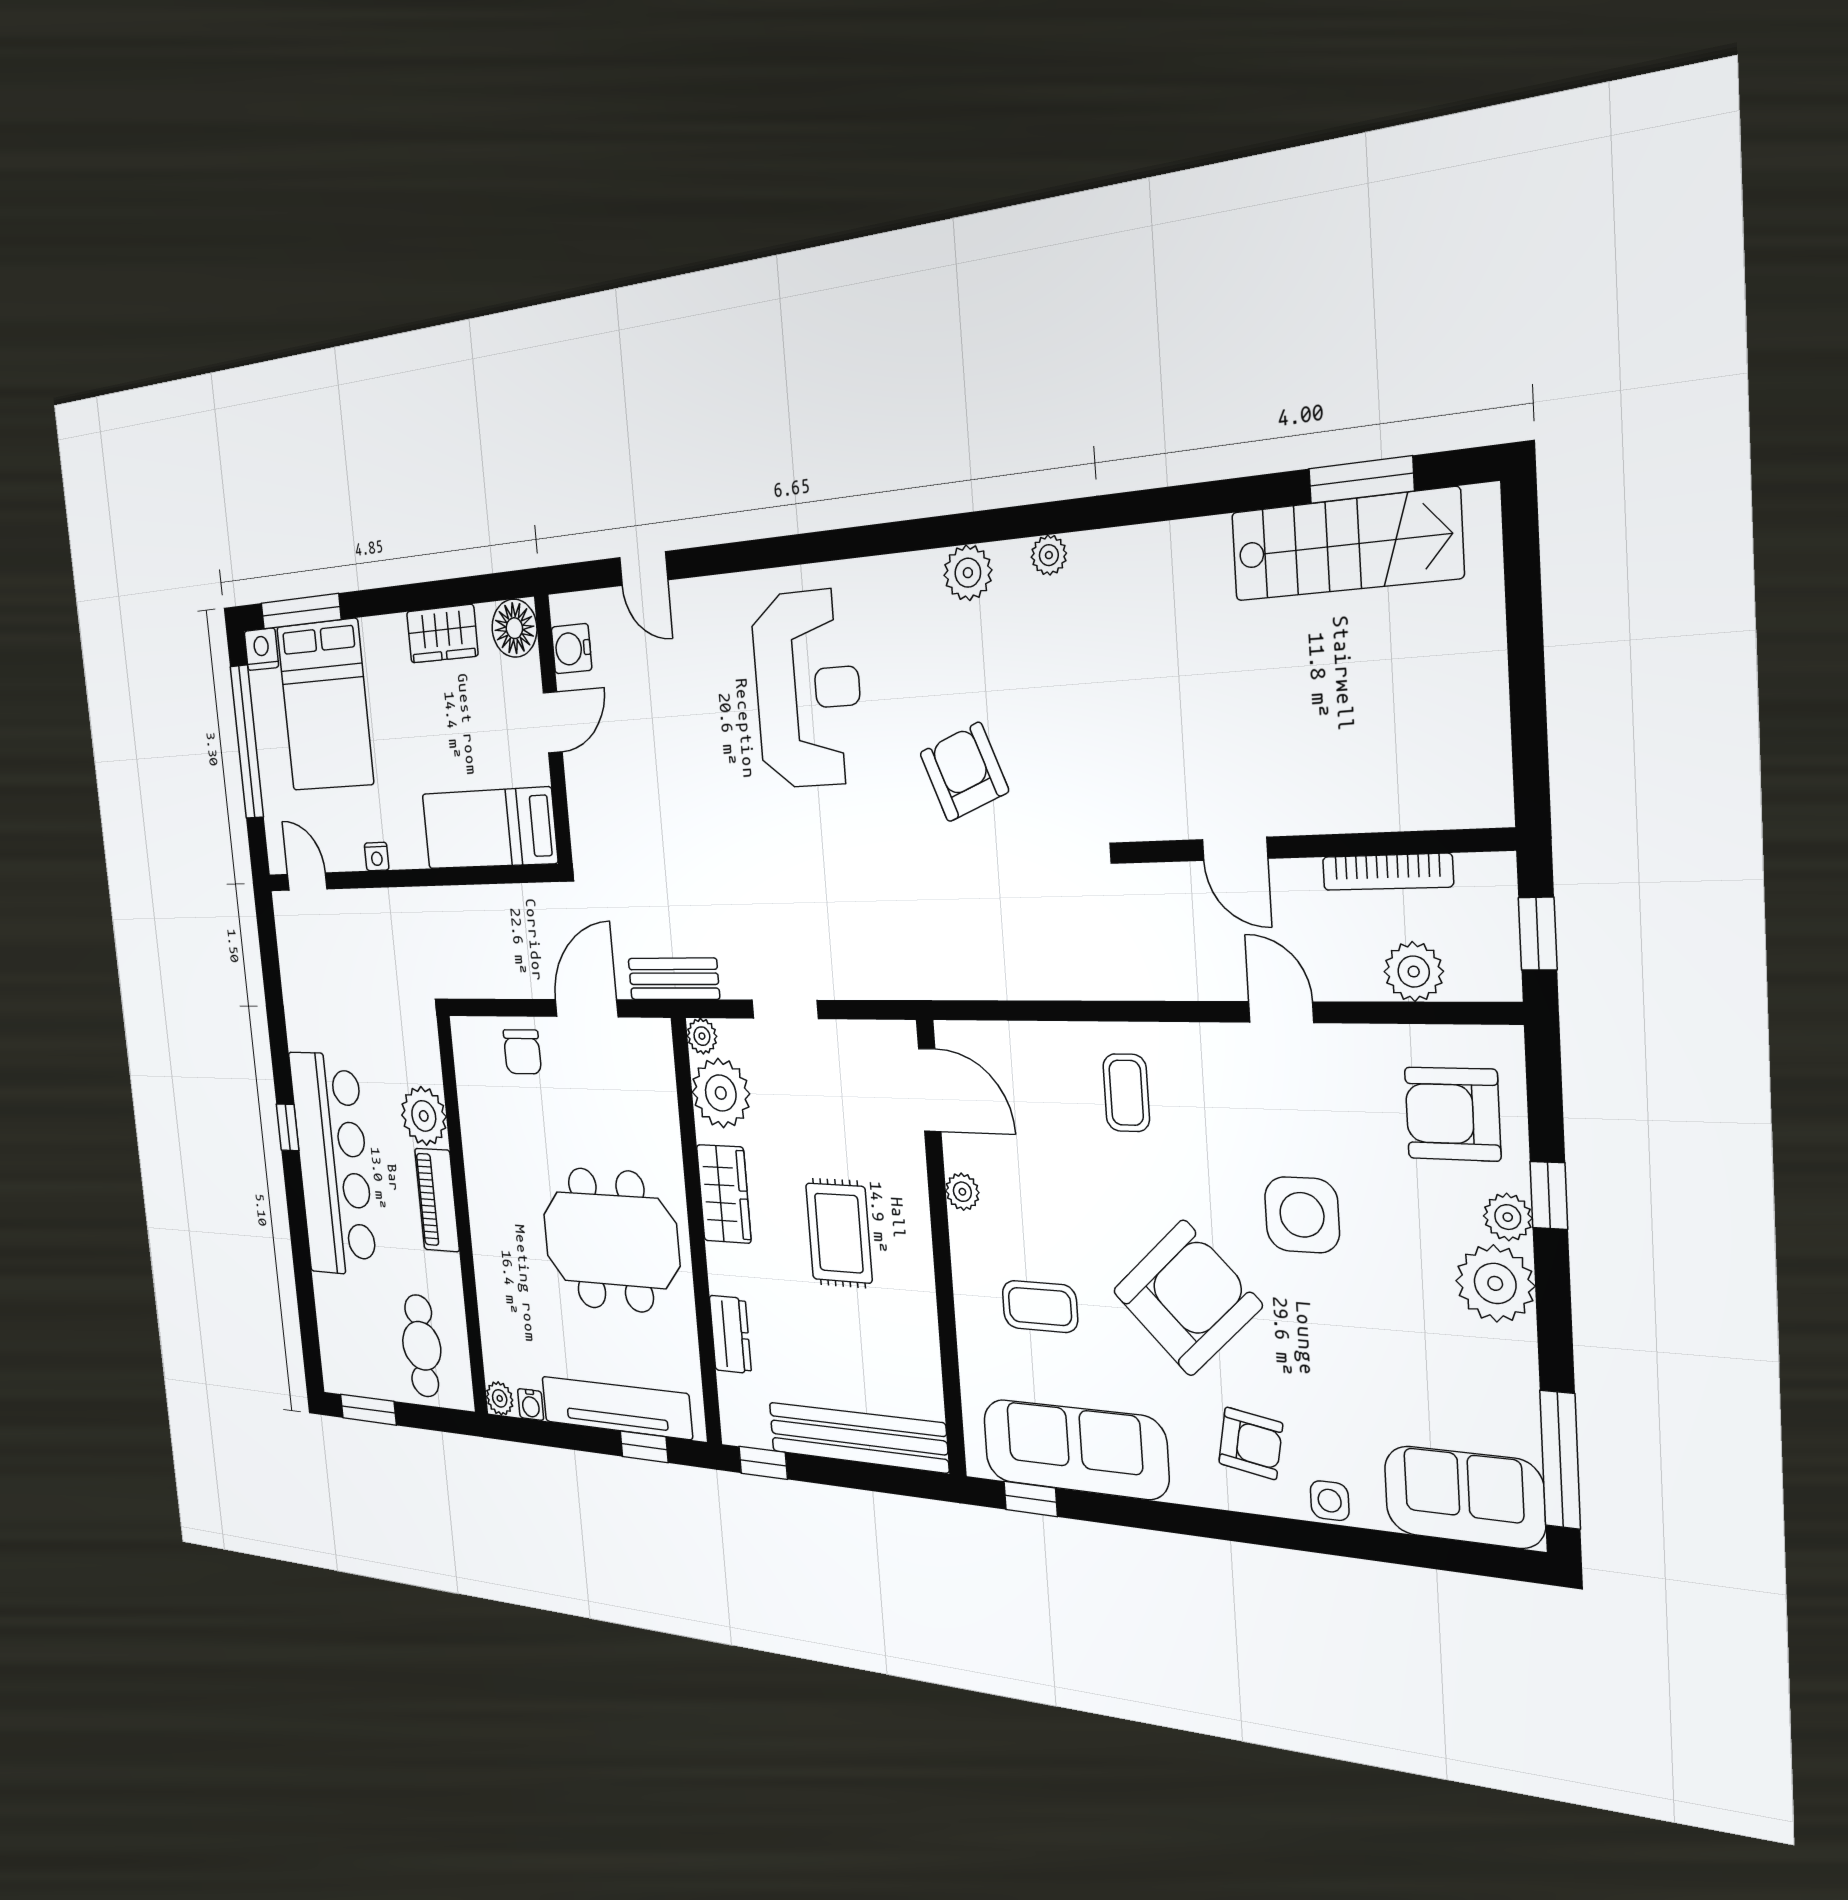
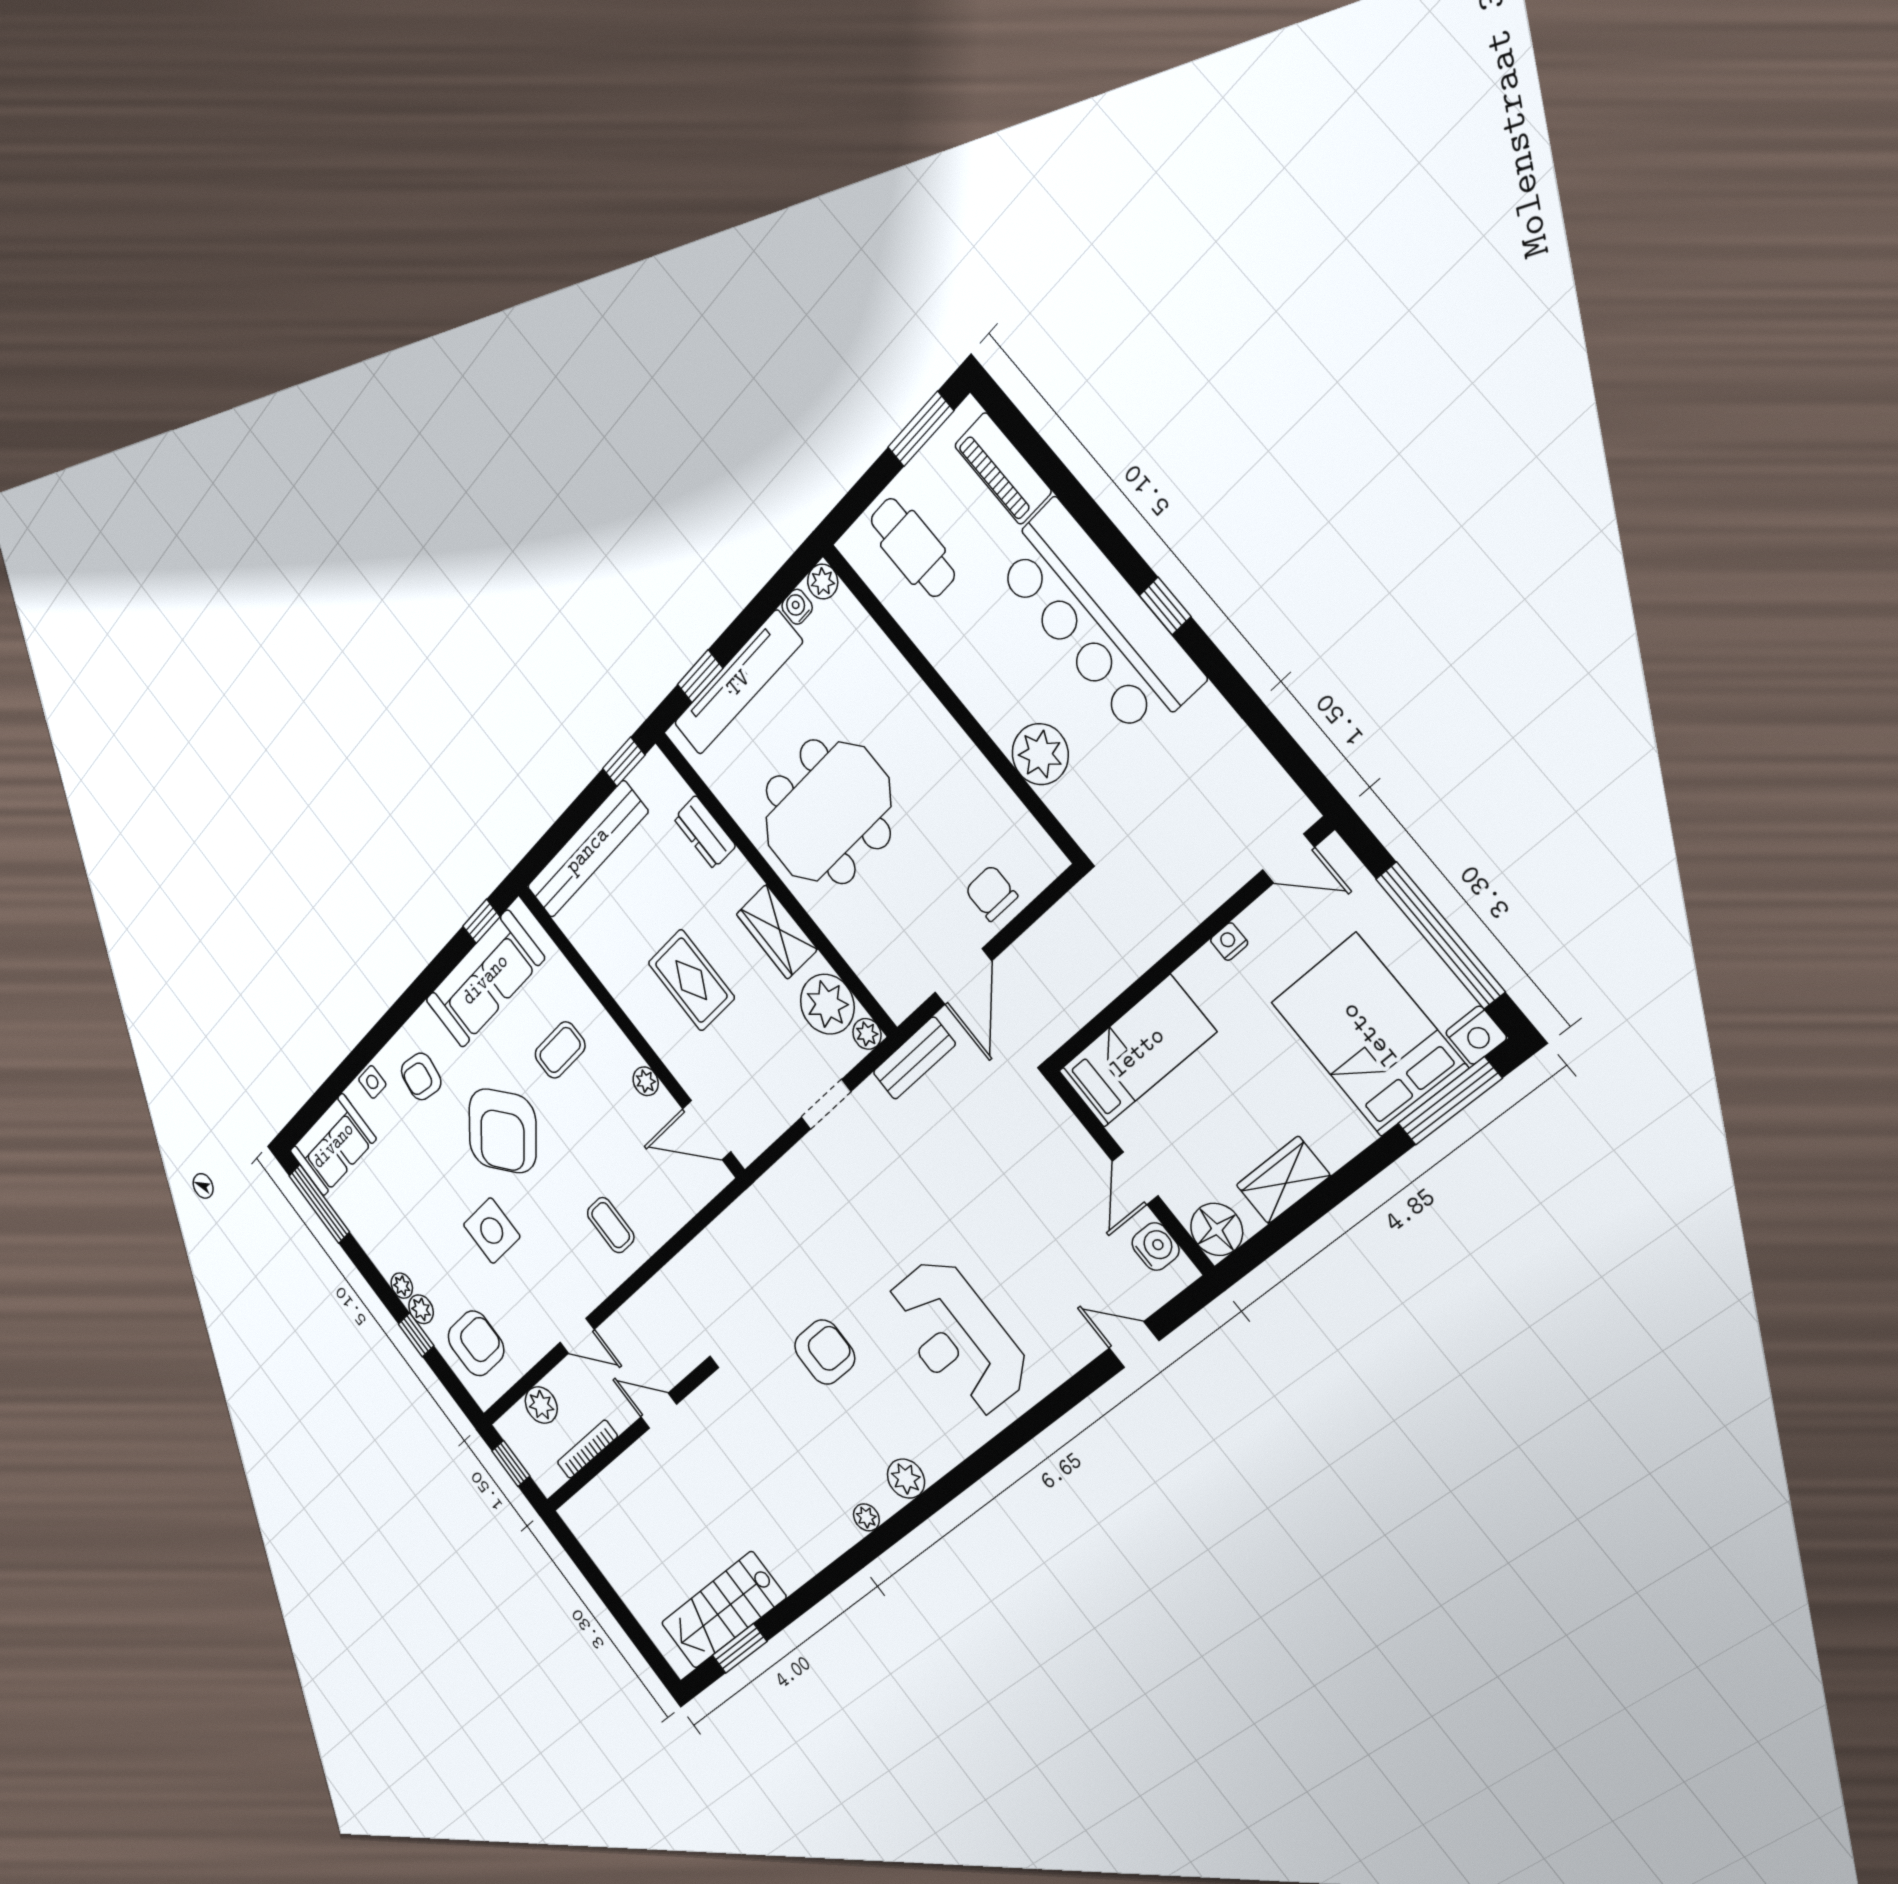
armchair: (964, 772) -> (825, 1352), turned -69
piano: (437, 1200) -> (1003, 469), moved, turned 180
plant: (1495, 1283) -> (402, 1286), width x0.53, depth x0.53

